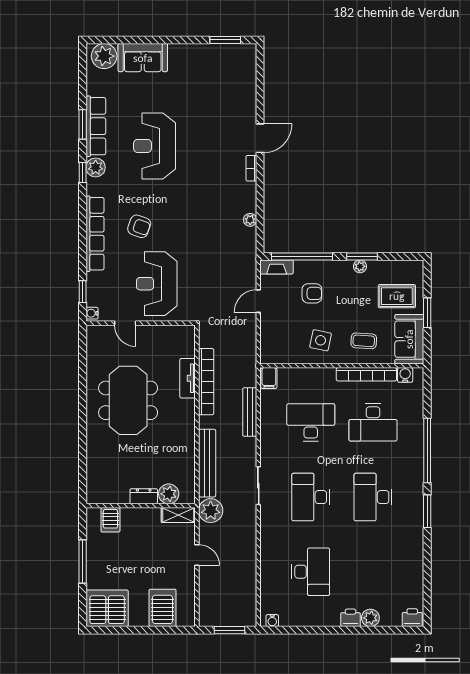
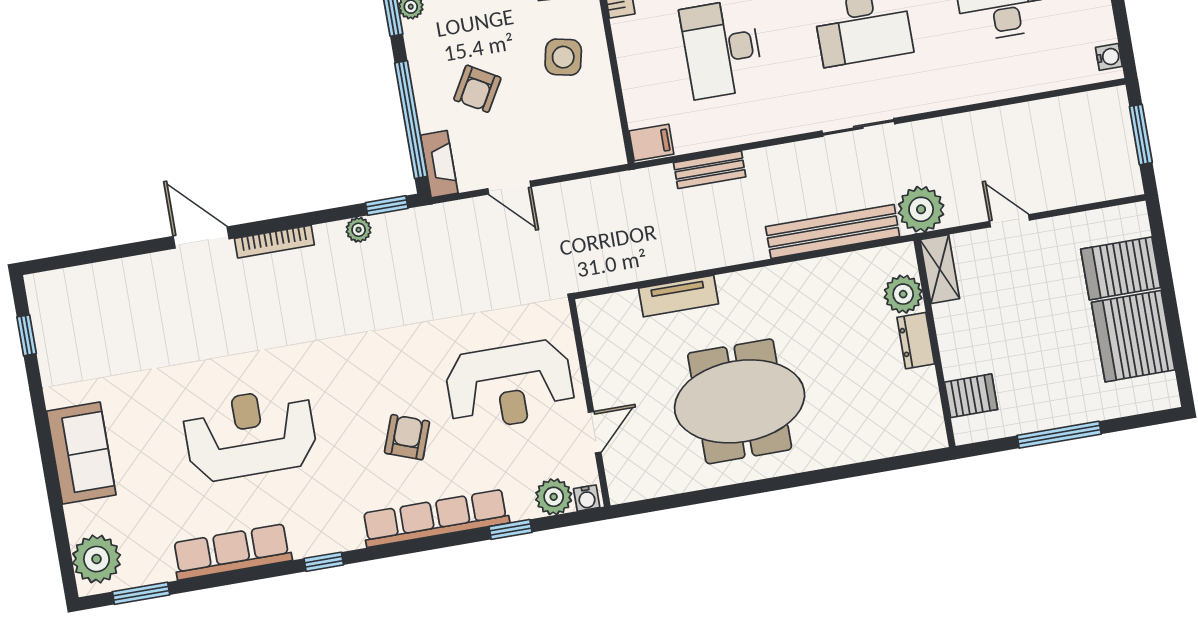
window: (225, 40) -> (27, 335), width x0.67
sofa: (143, 58) -> (81, 453), moved
window: (83, 124) -> (141, 593), moved
reception desk: (155, 146) -> (250, 434), turned 180
plant: (96, 167) -> (554, 497), moved
bookcase: (251, 168) -> (274, 242), width x1.56
window: (260, 236) -> (387, 205), added
window: (83, 292) -> (510, 529), moved
armchair: (312, 293) -> (477, 89), turned -150
bookcase: (206, 382) -> (679, 260), removed
bench: (250, 412) -> (710, 170), width x0.73
door: (197, 555) -> (1009, 221), hinge flipped
server rack: (107, 608) -> (1133, 336), moved

